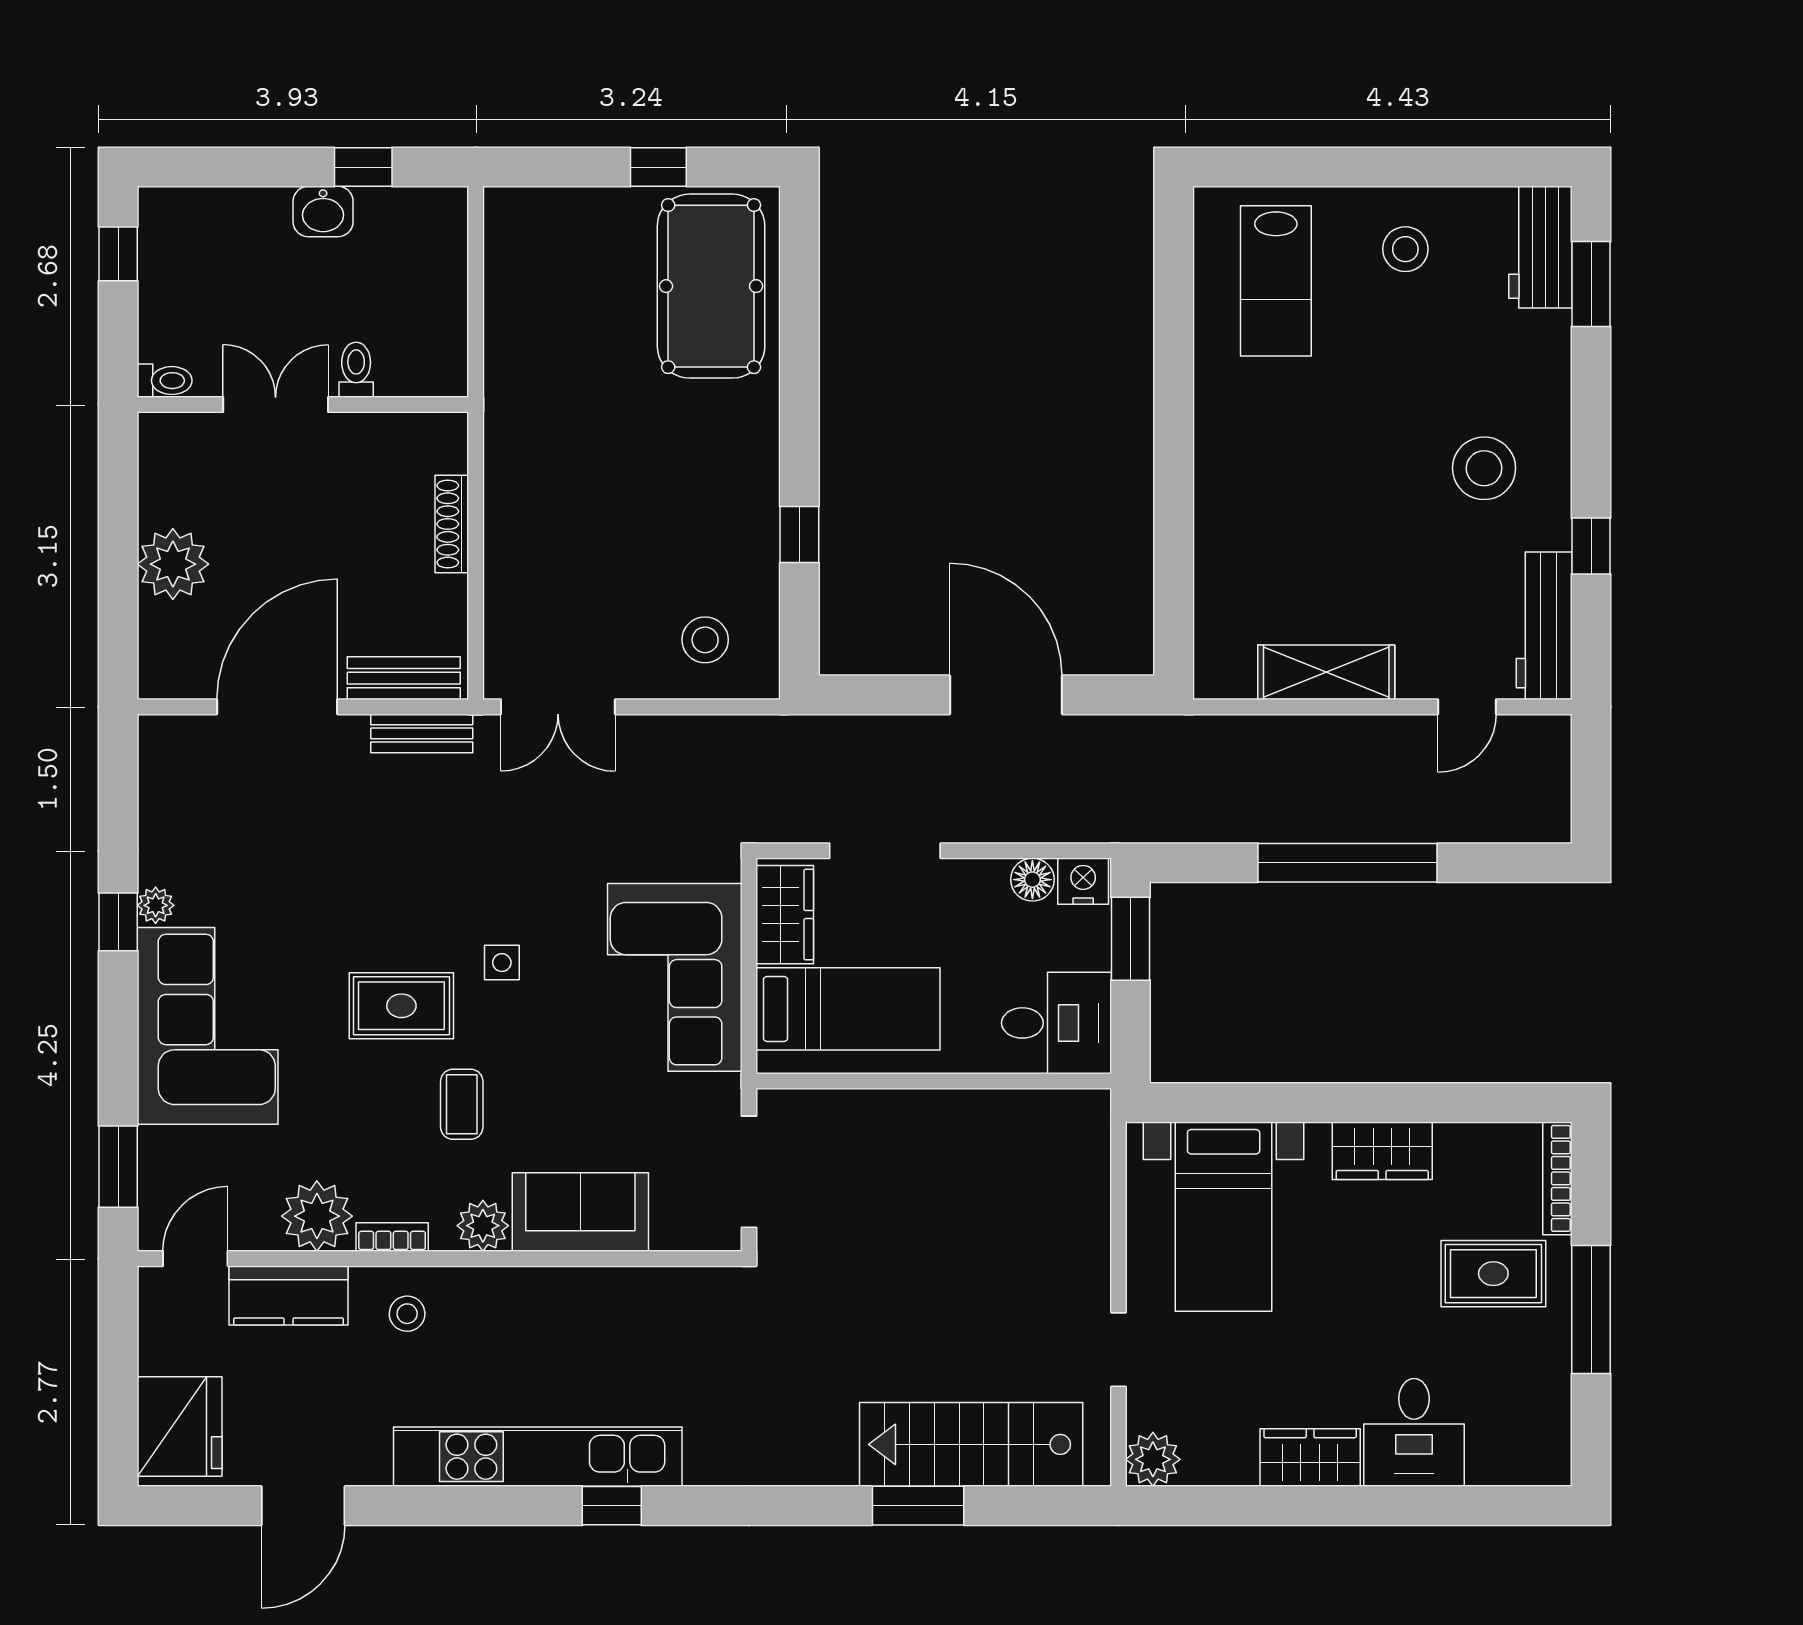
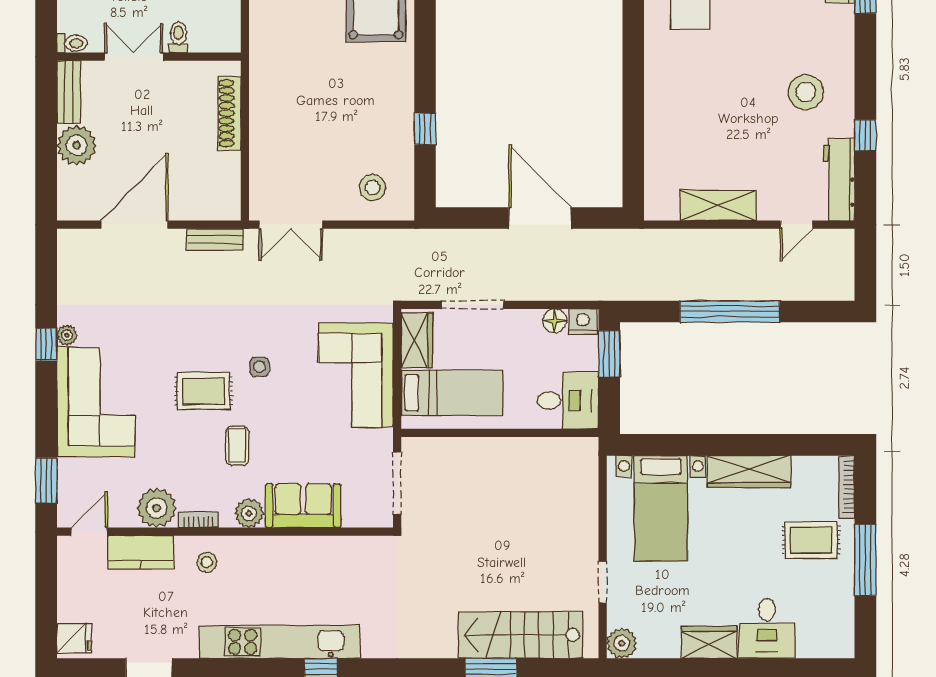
shoe rack: (452, 524) -> (229, 113), width x1.36, depth x1.24
bench: (404, 678) -> (69, 92), moved, turned 90
wardrobe: (1382, 1151) -> (749, 472), width x1.50
fridge: (180, 1427) -> (74, 638), width x0.53, depth x0.75

